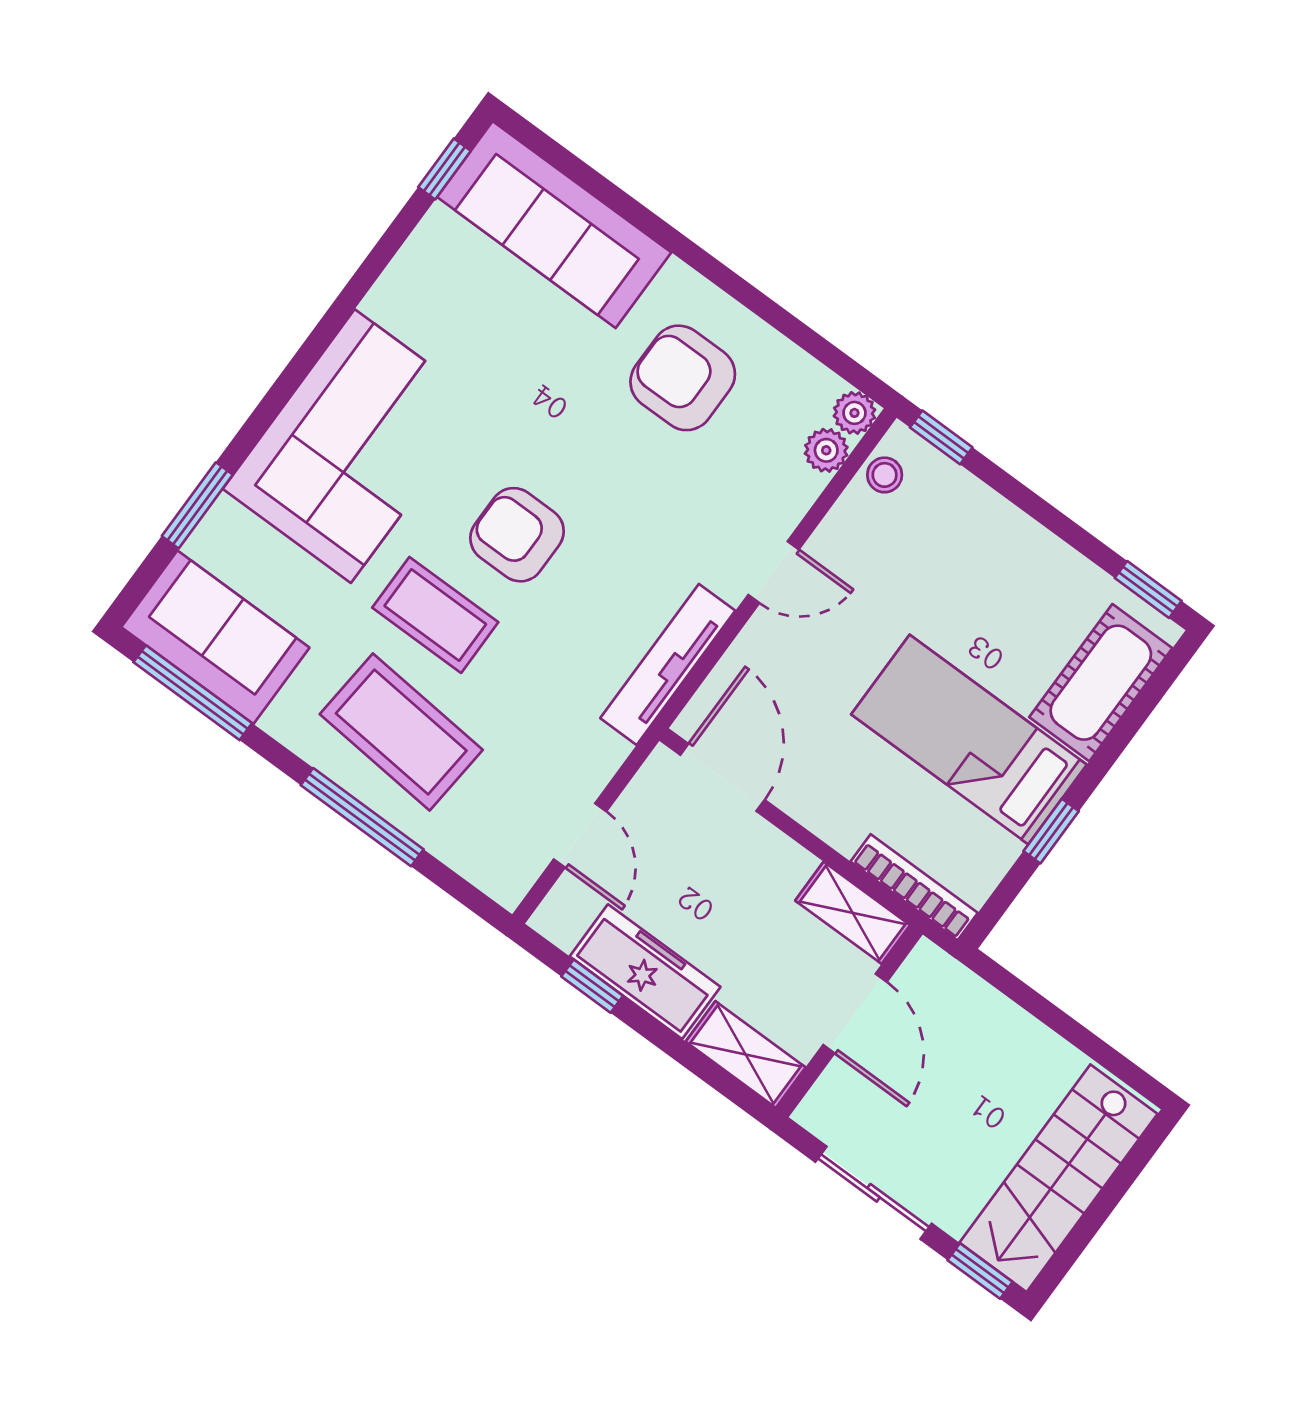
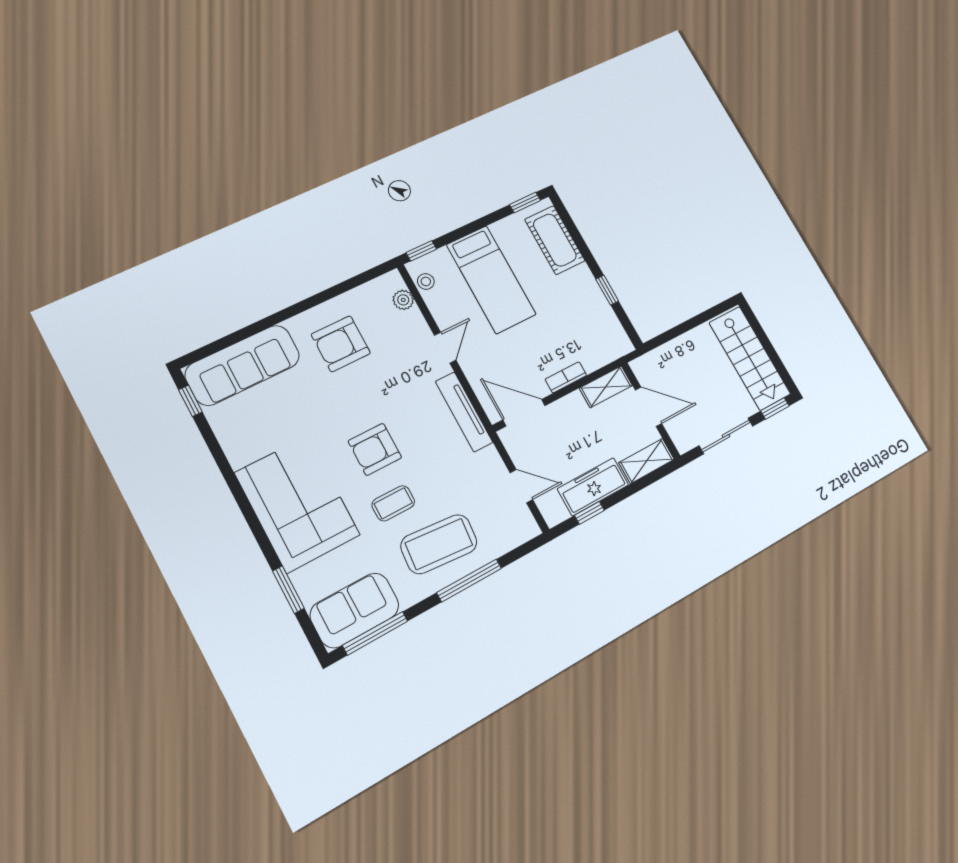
plant: (854, 413) -> (393, 280), removed
coffee table: (435, 615) -> (393, 503), width x0.73, depth x0.77
bed: (969, 740) -> (491, 280), moved, turned -90
bookcase: (914, 887) -> (566, 377), moved, width x0.64

